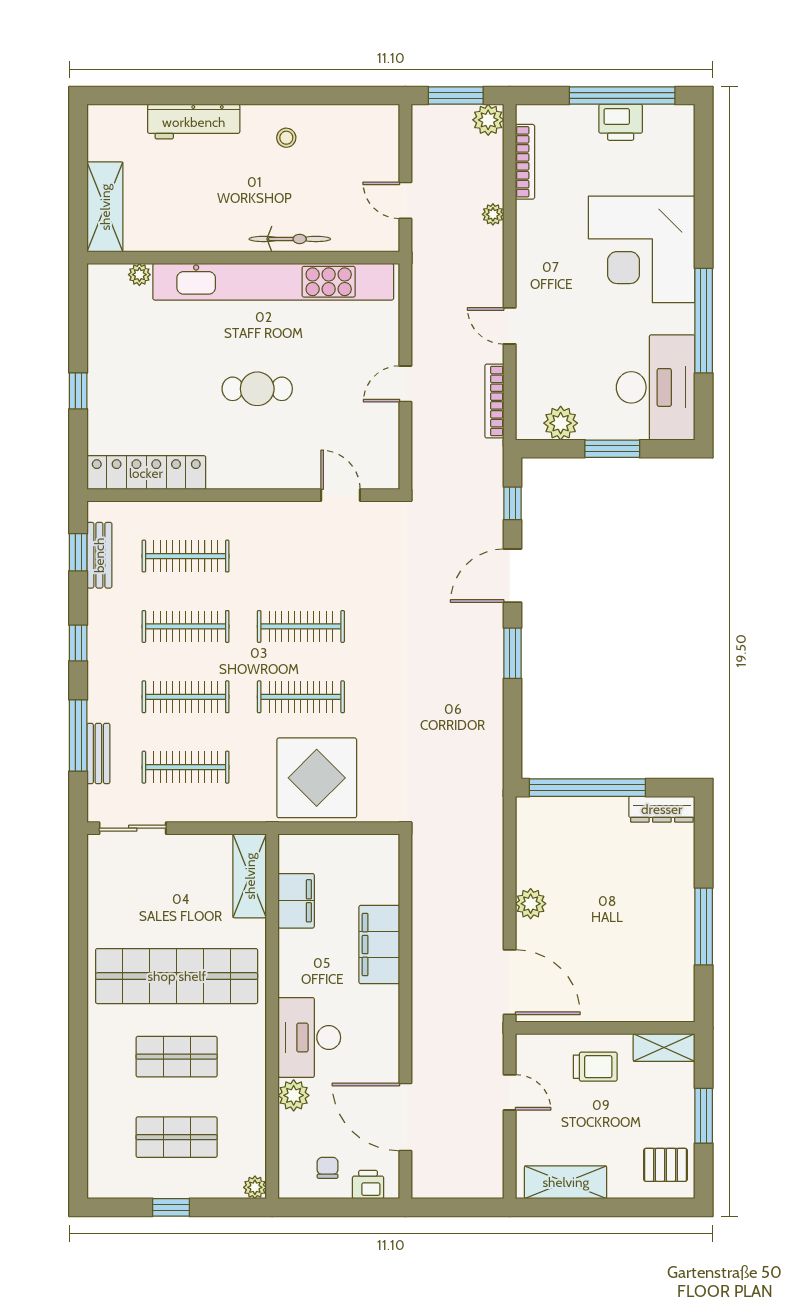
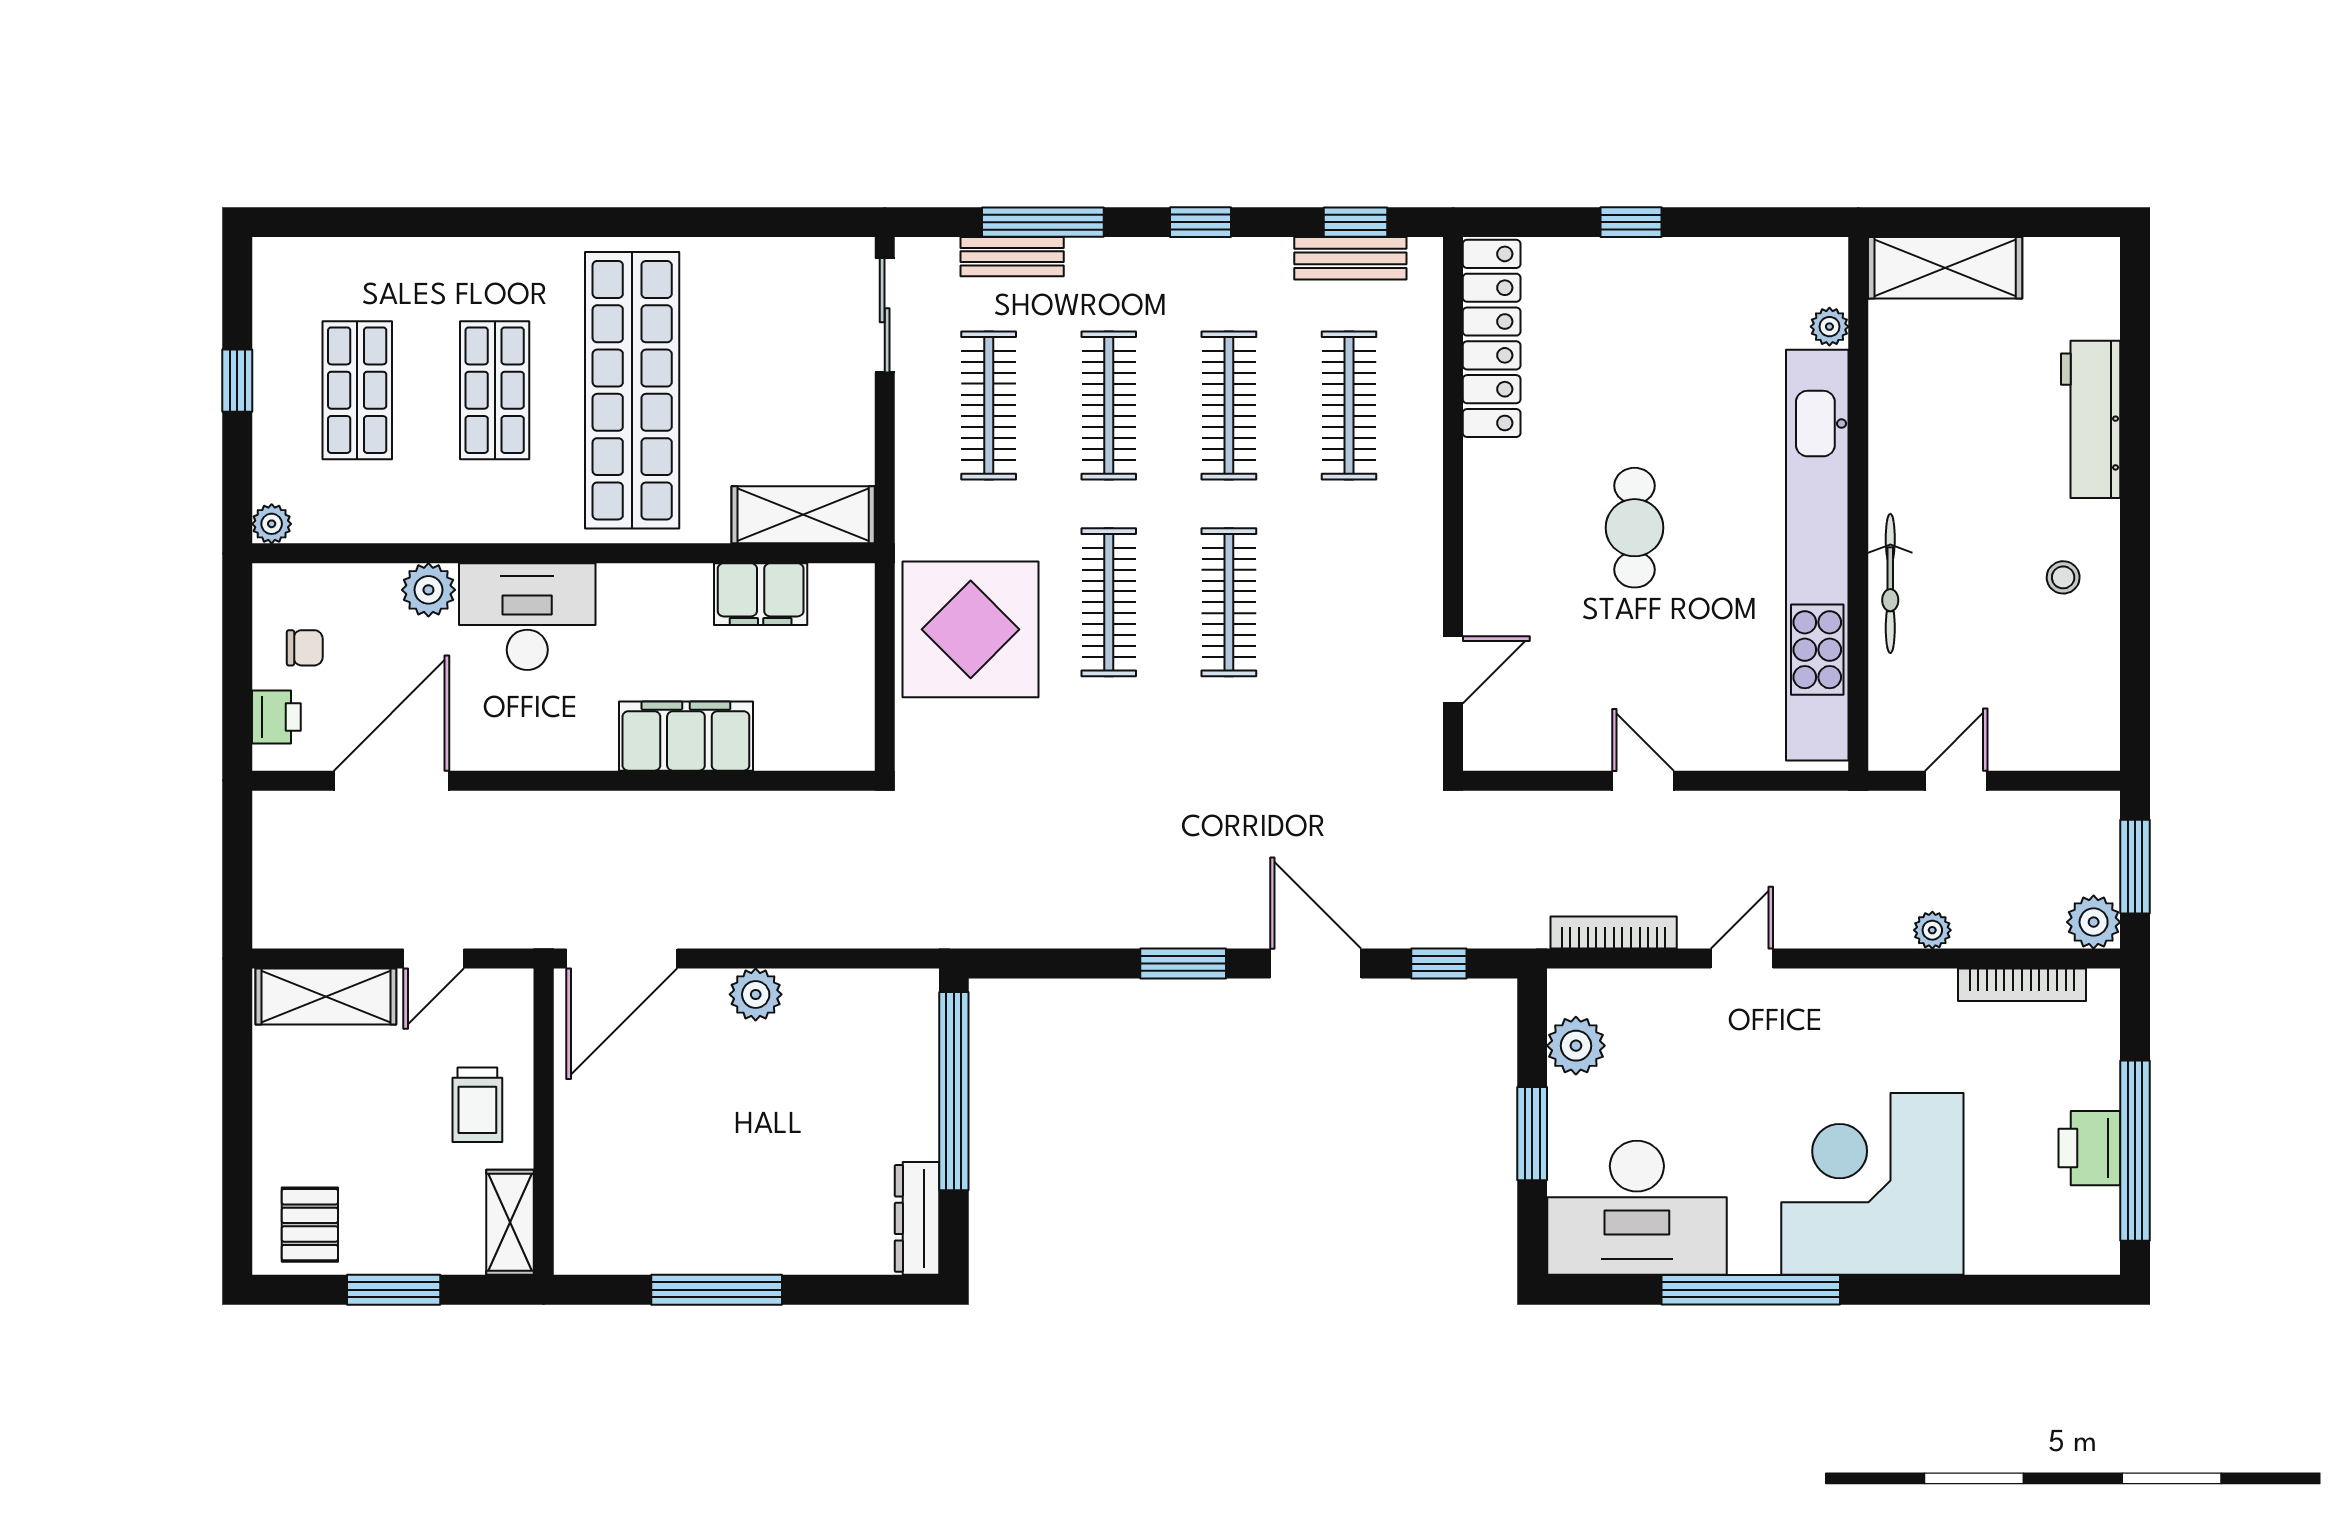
shelving: (566, 1182) -> (326, 997), moved, turned 90

